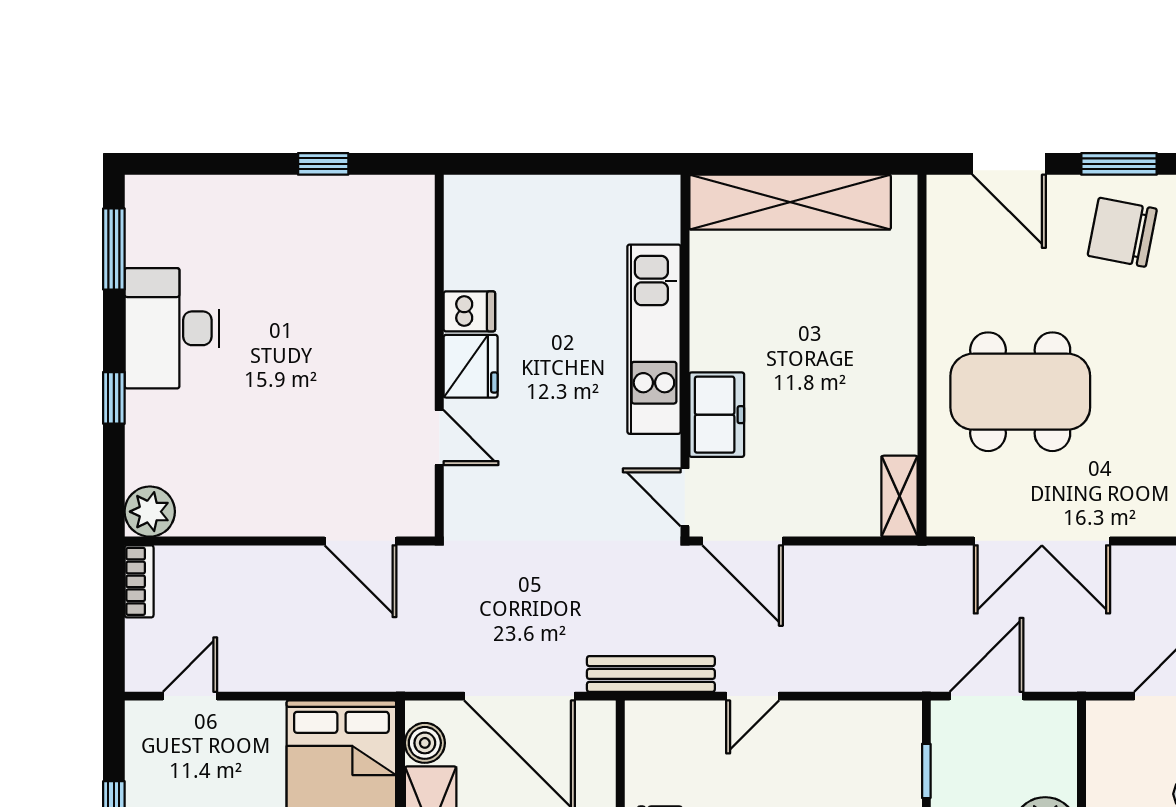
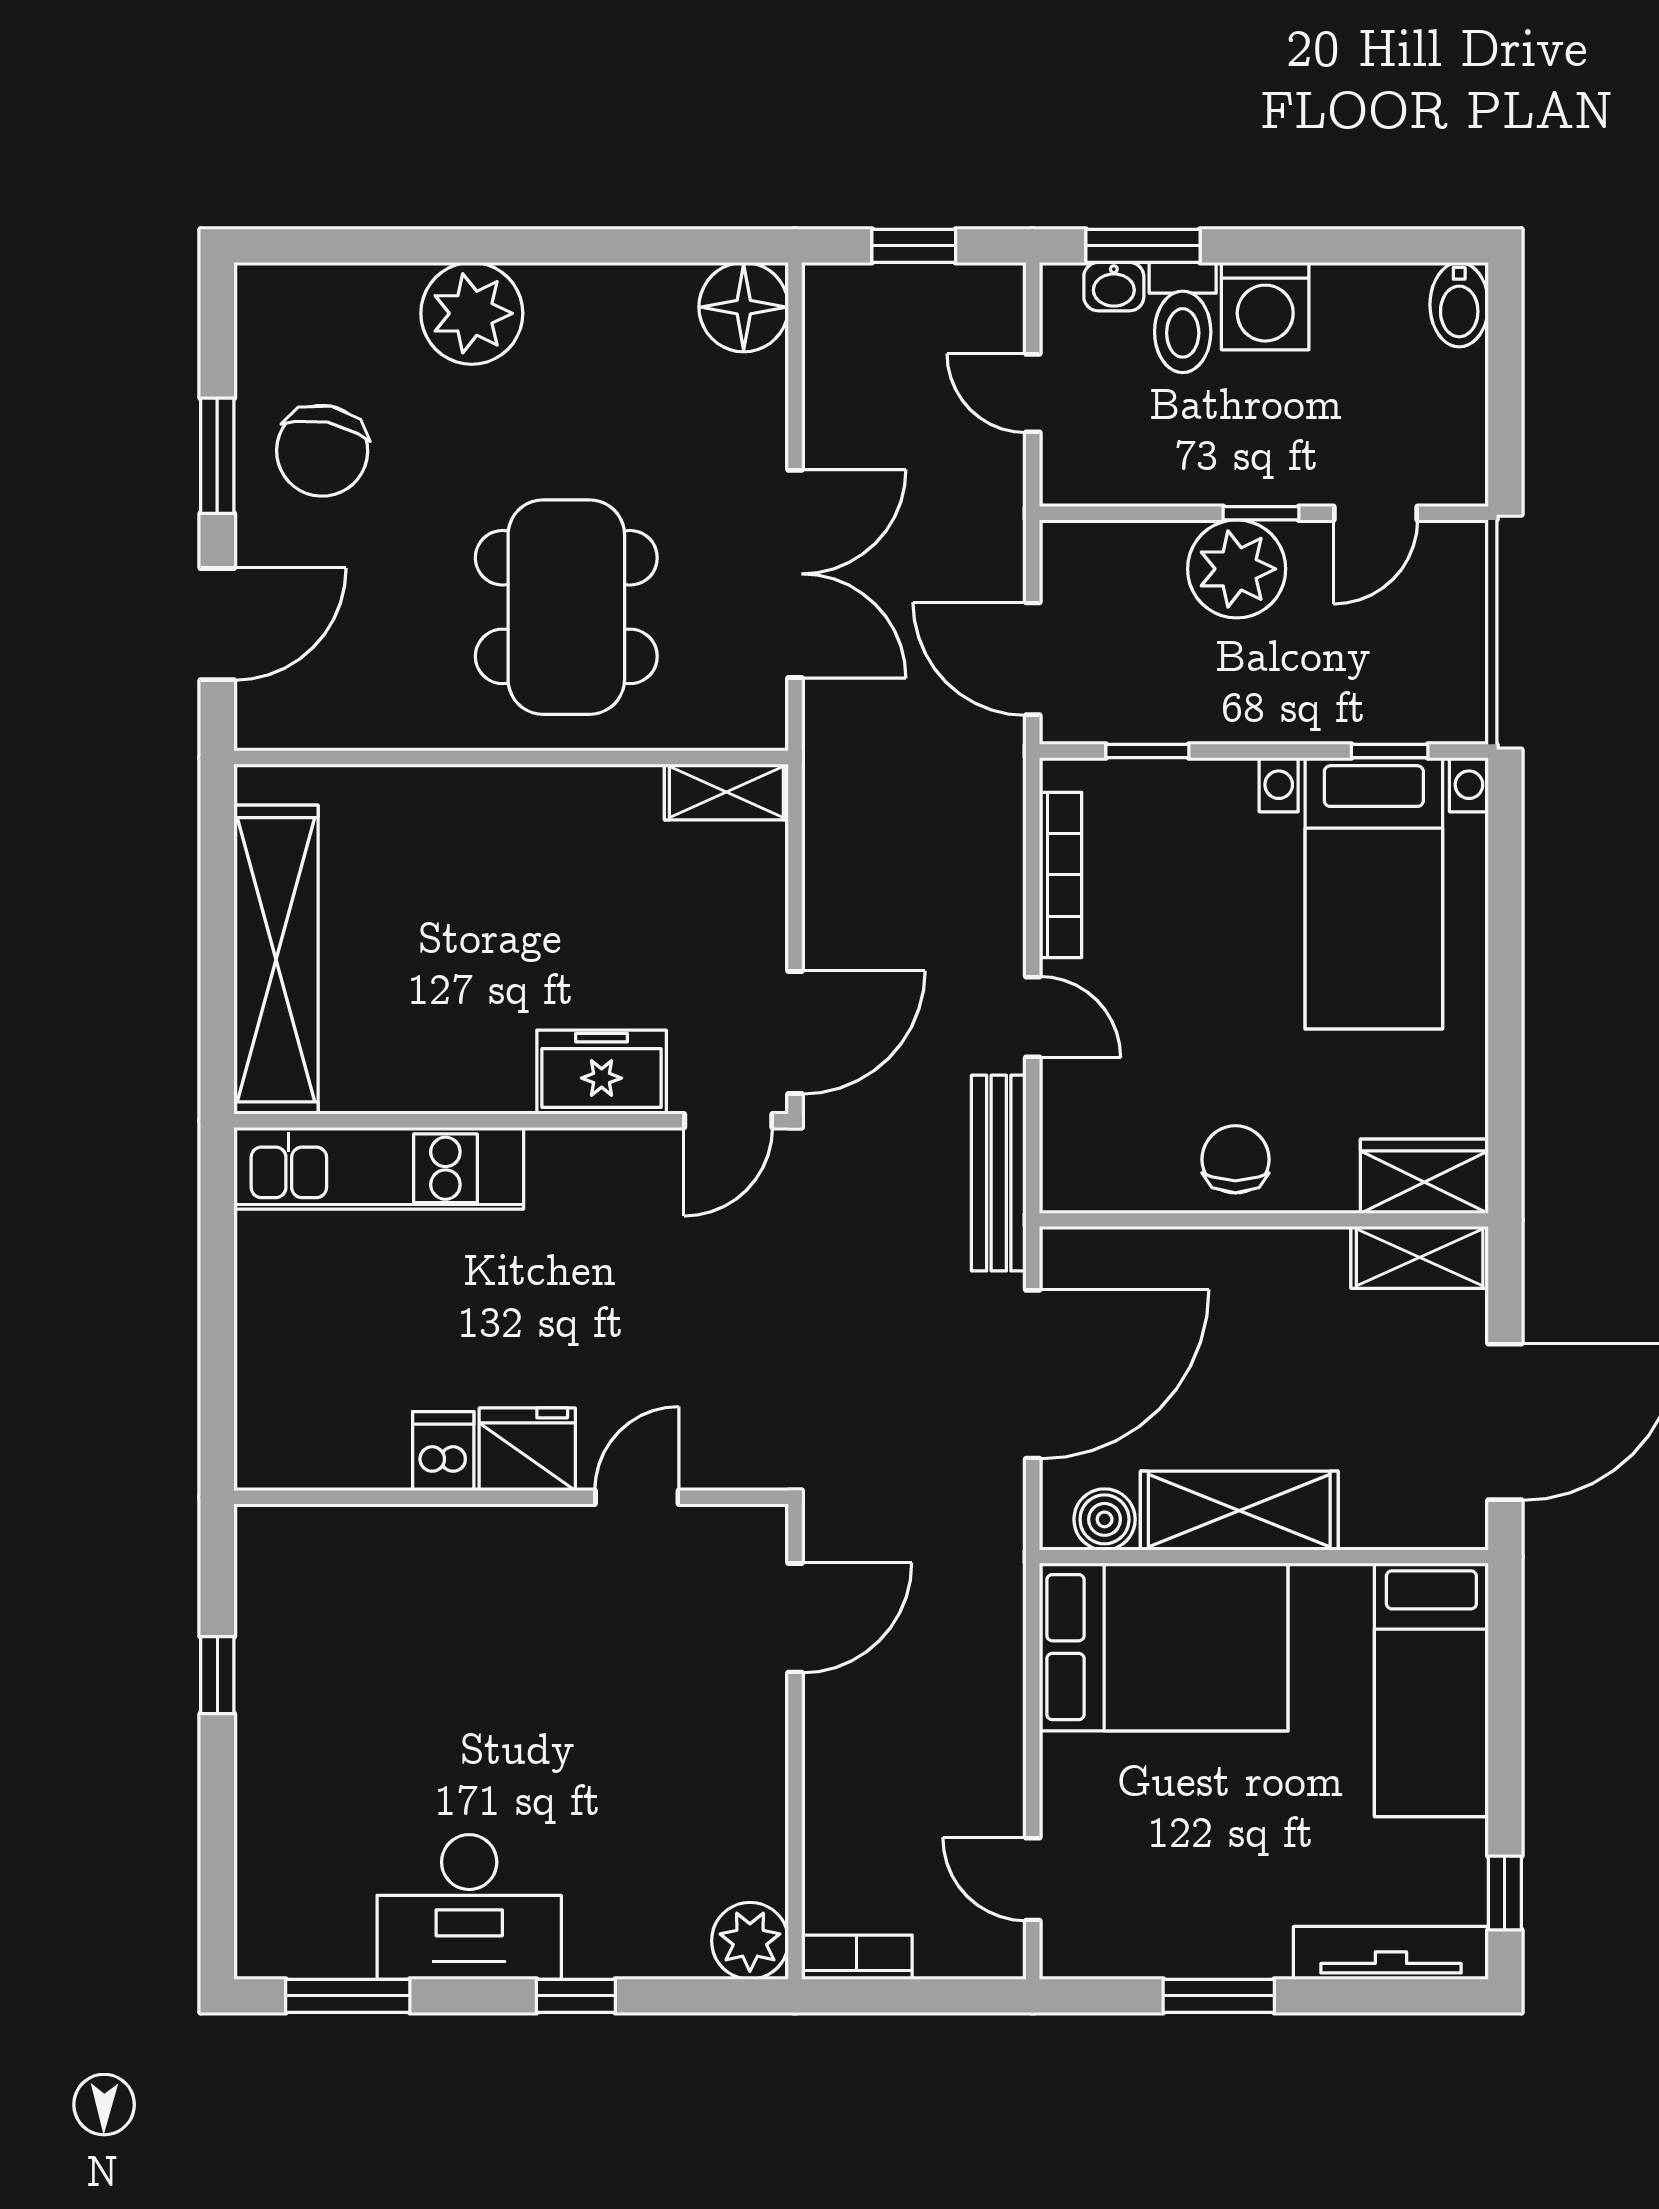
kitchen unit: (654, 339) -> (379, 1168), moved
bookcase: (845, 714) -> (1061, 875), added

